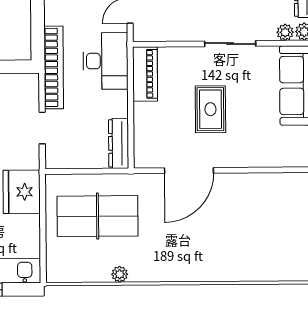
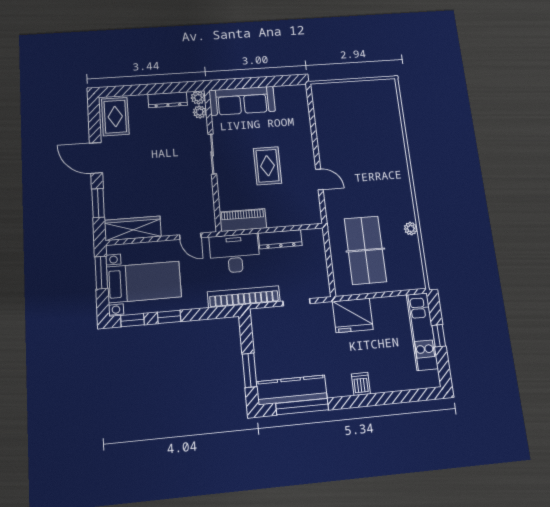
rug: (210, 109) -> (267, 166), turned 90
dresser: (119, 143) -> (280, 239), moved
door: (189, 171) -> (319, 179), width x0.53

